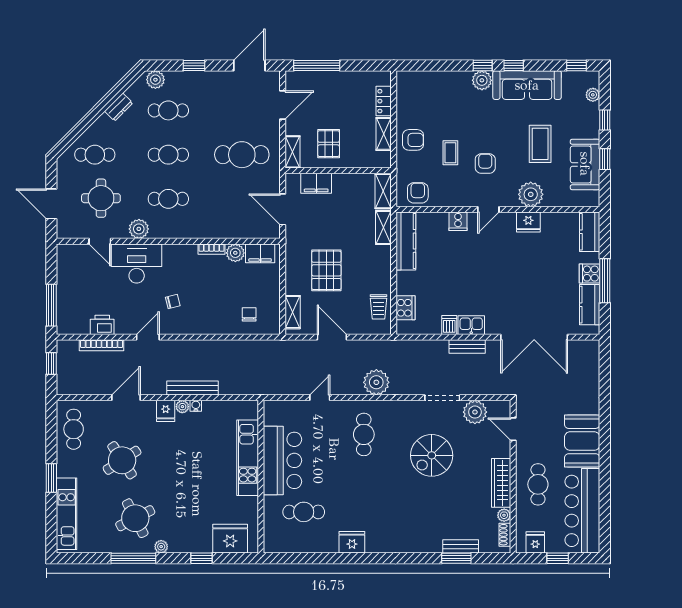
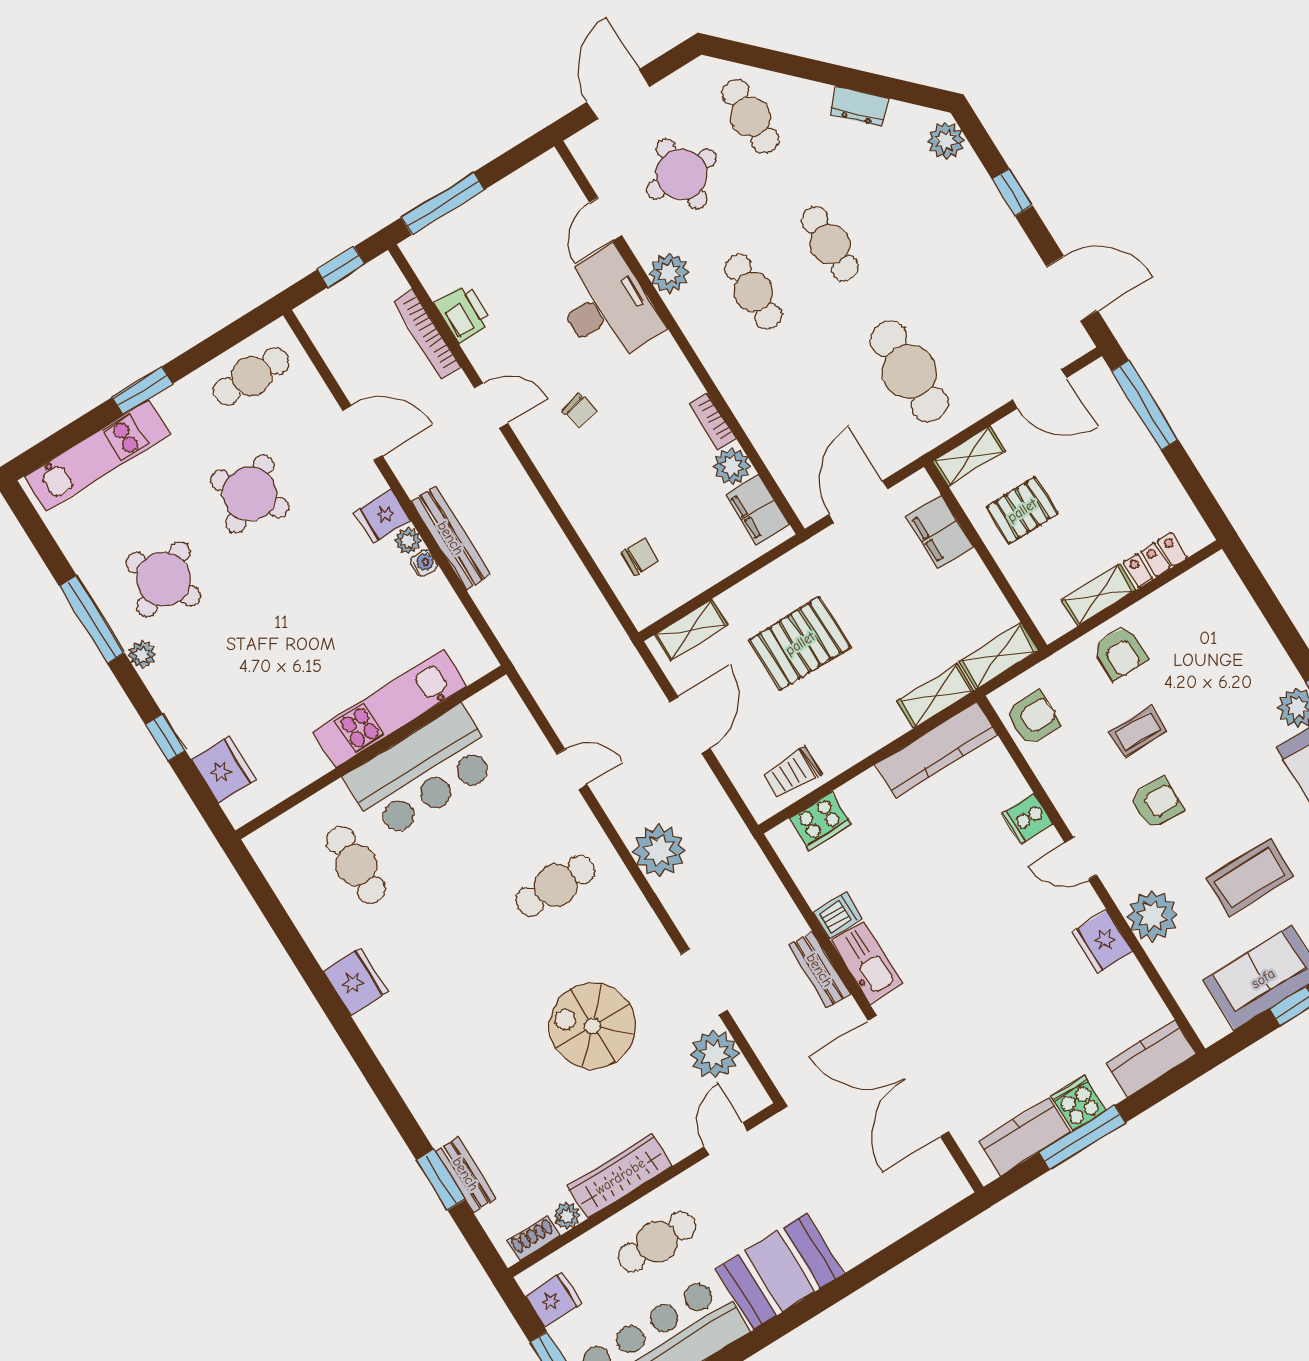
cafe table: (168, 110) -> (907, 196), removed
kitchen sink: (471, 325) -> (867, 962), width x1.38
fridge: (230, 539) -> (224, 770), width x0.73, depth x0.75

